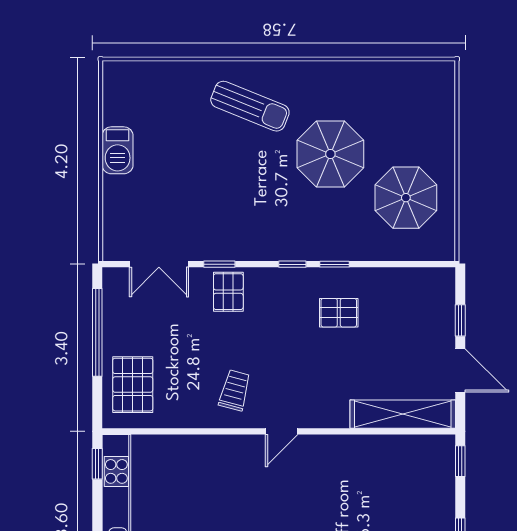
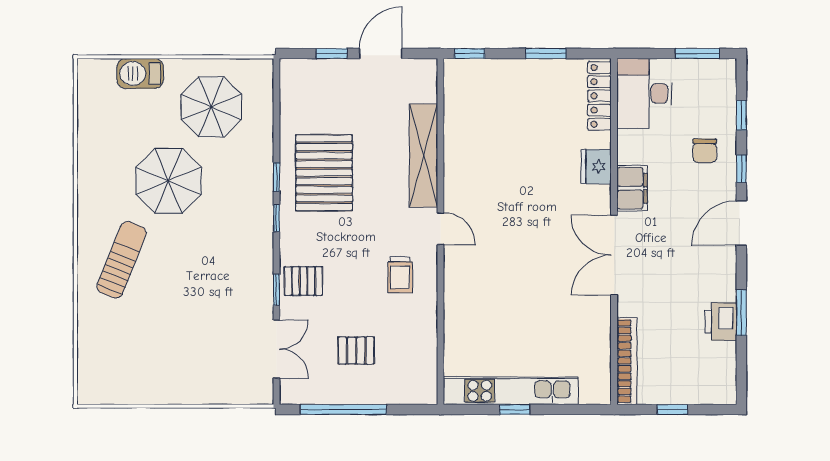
barbecue: (118, 150) -> (140, 73), moved, turned 180
pallet: (339, 313) -> (324, 173), width x2.05, depth x2.00
pallet: (133, 385) -> (356, 351), moved, width x0.67, depth x0.71
trolley: (235, 390) -> (400, 275), turned -105
shelving: (403, 414) -> (423, 156), moved
window: (97, 464) -> (515, 409), moved

